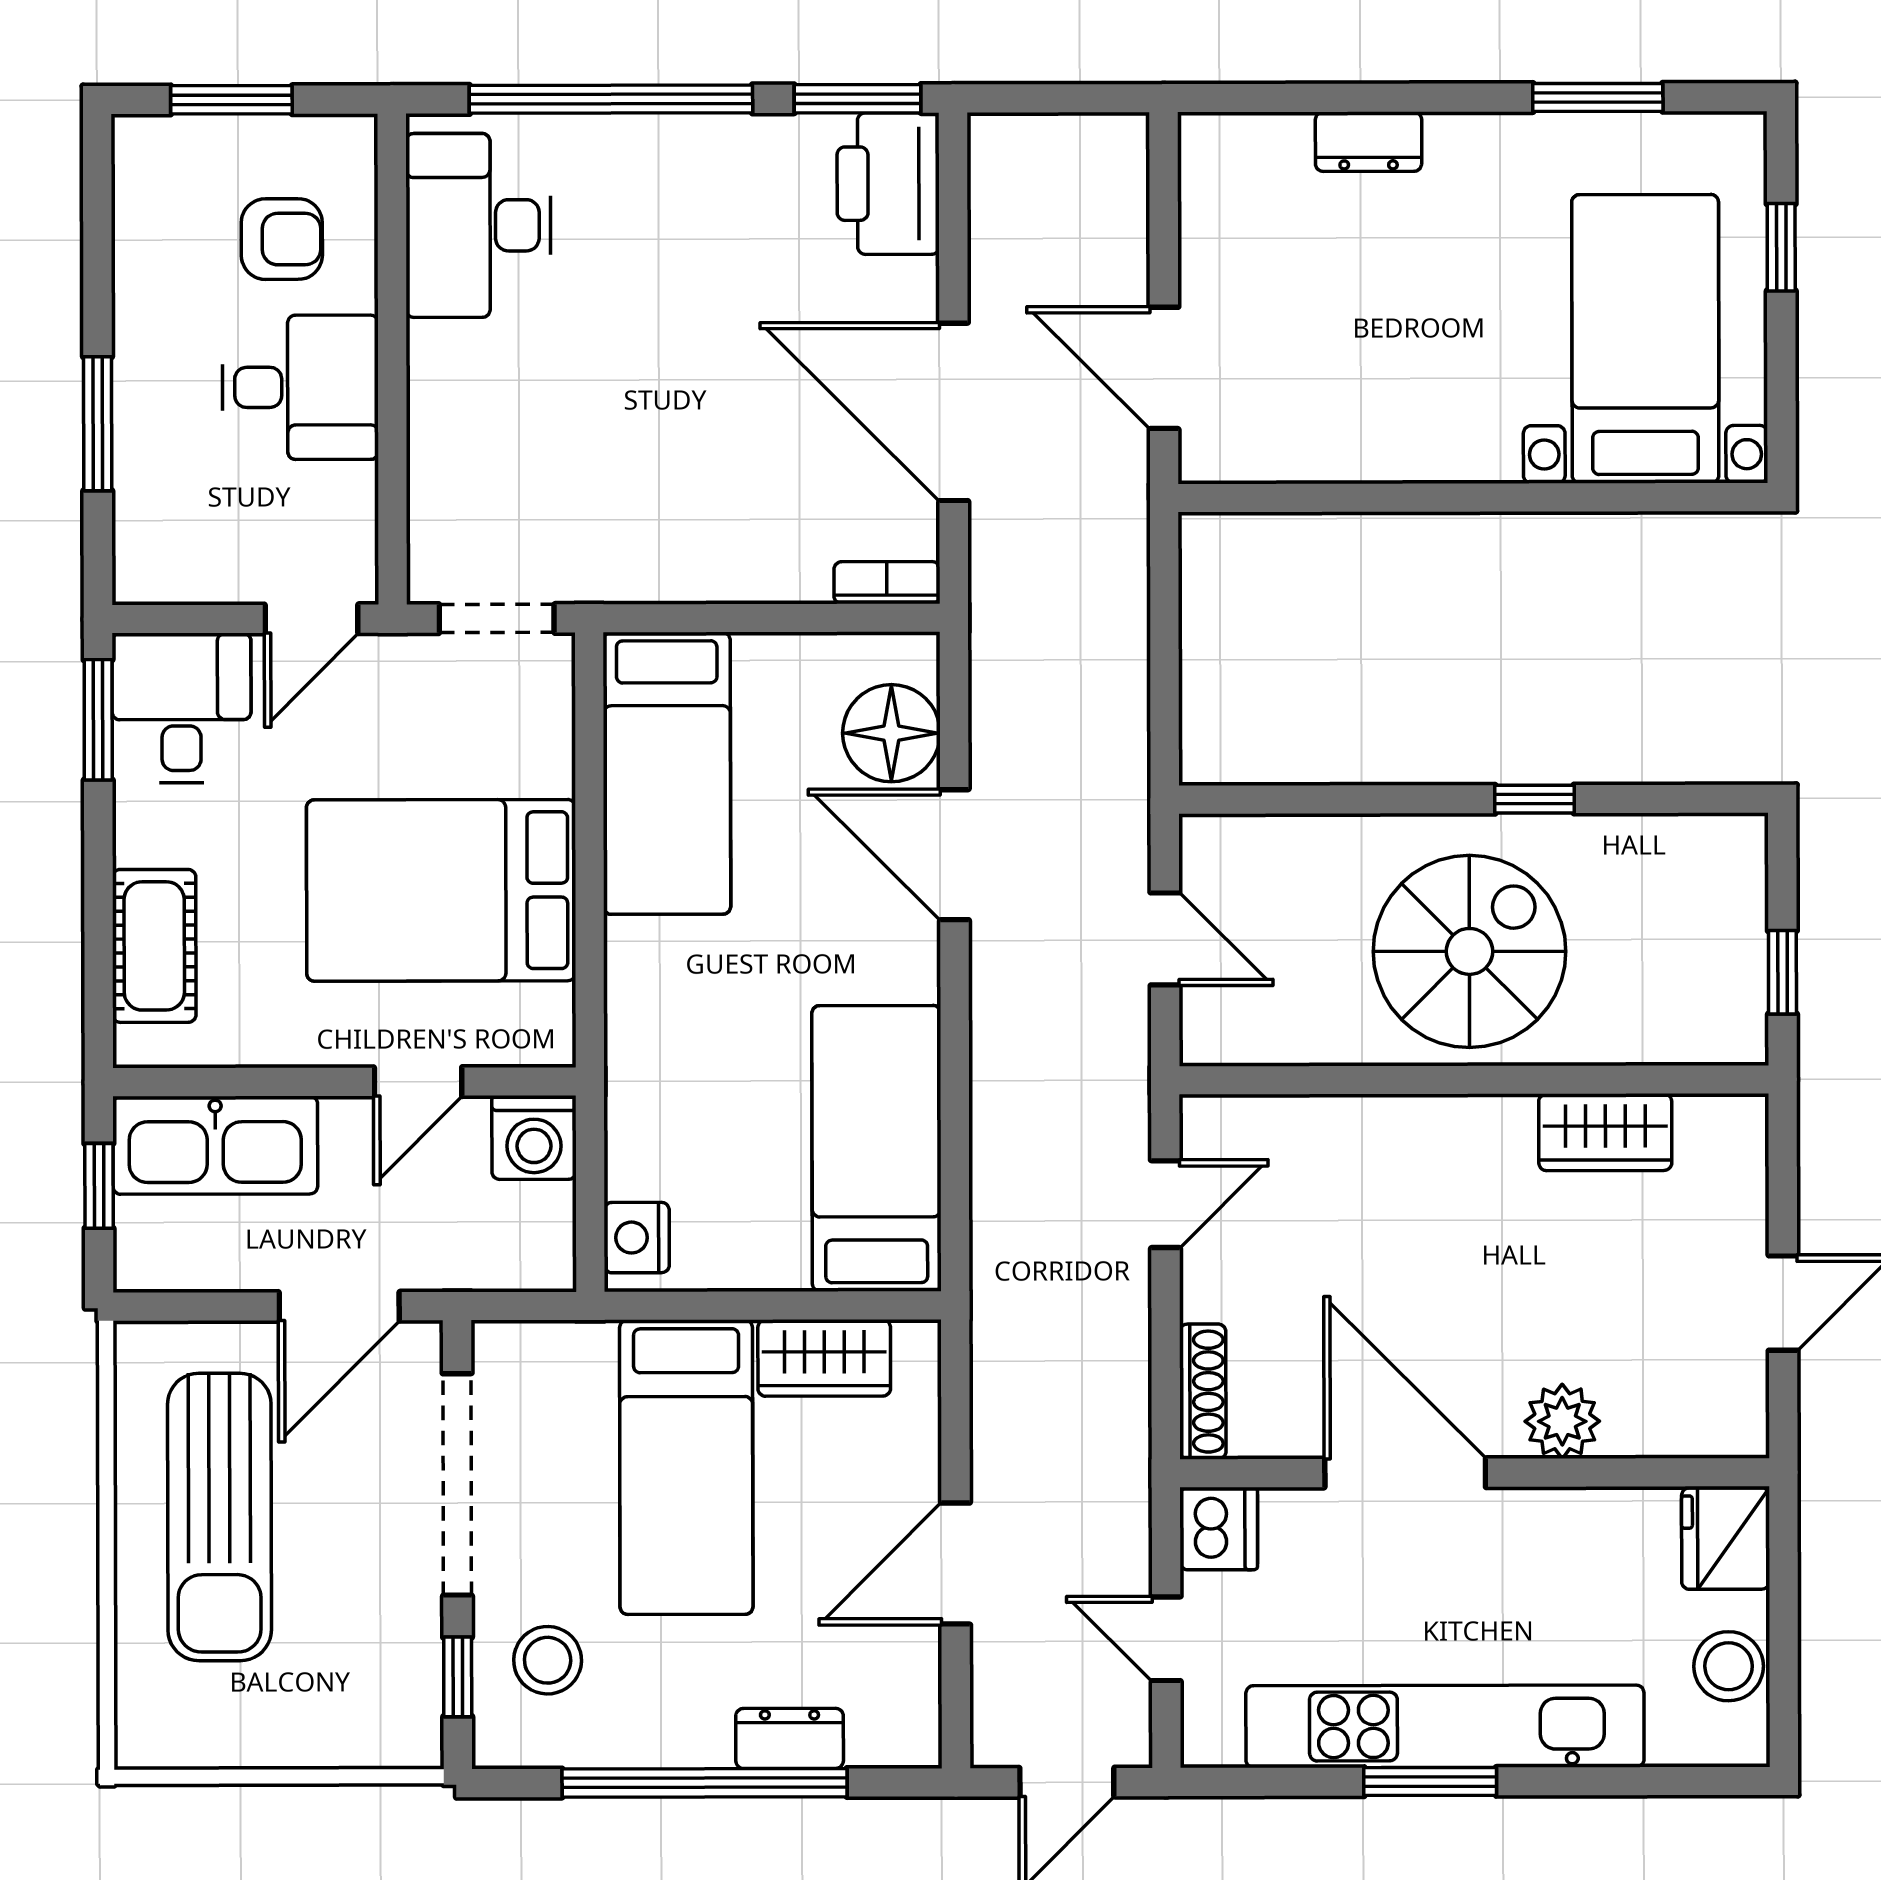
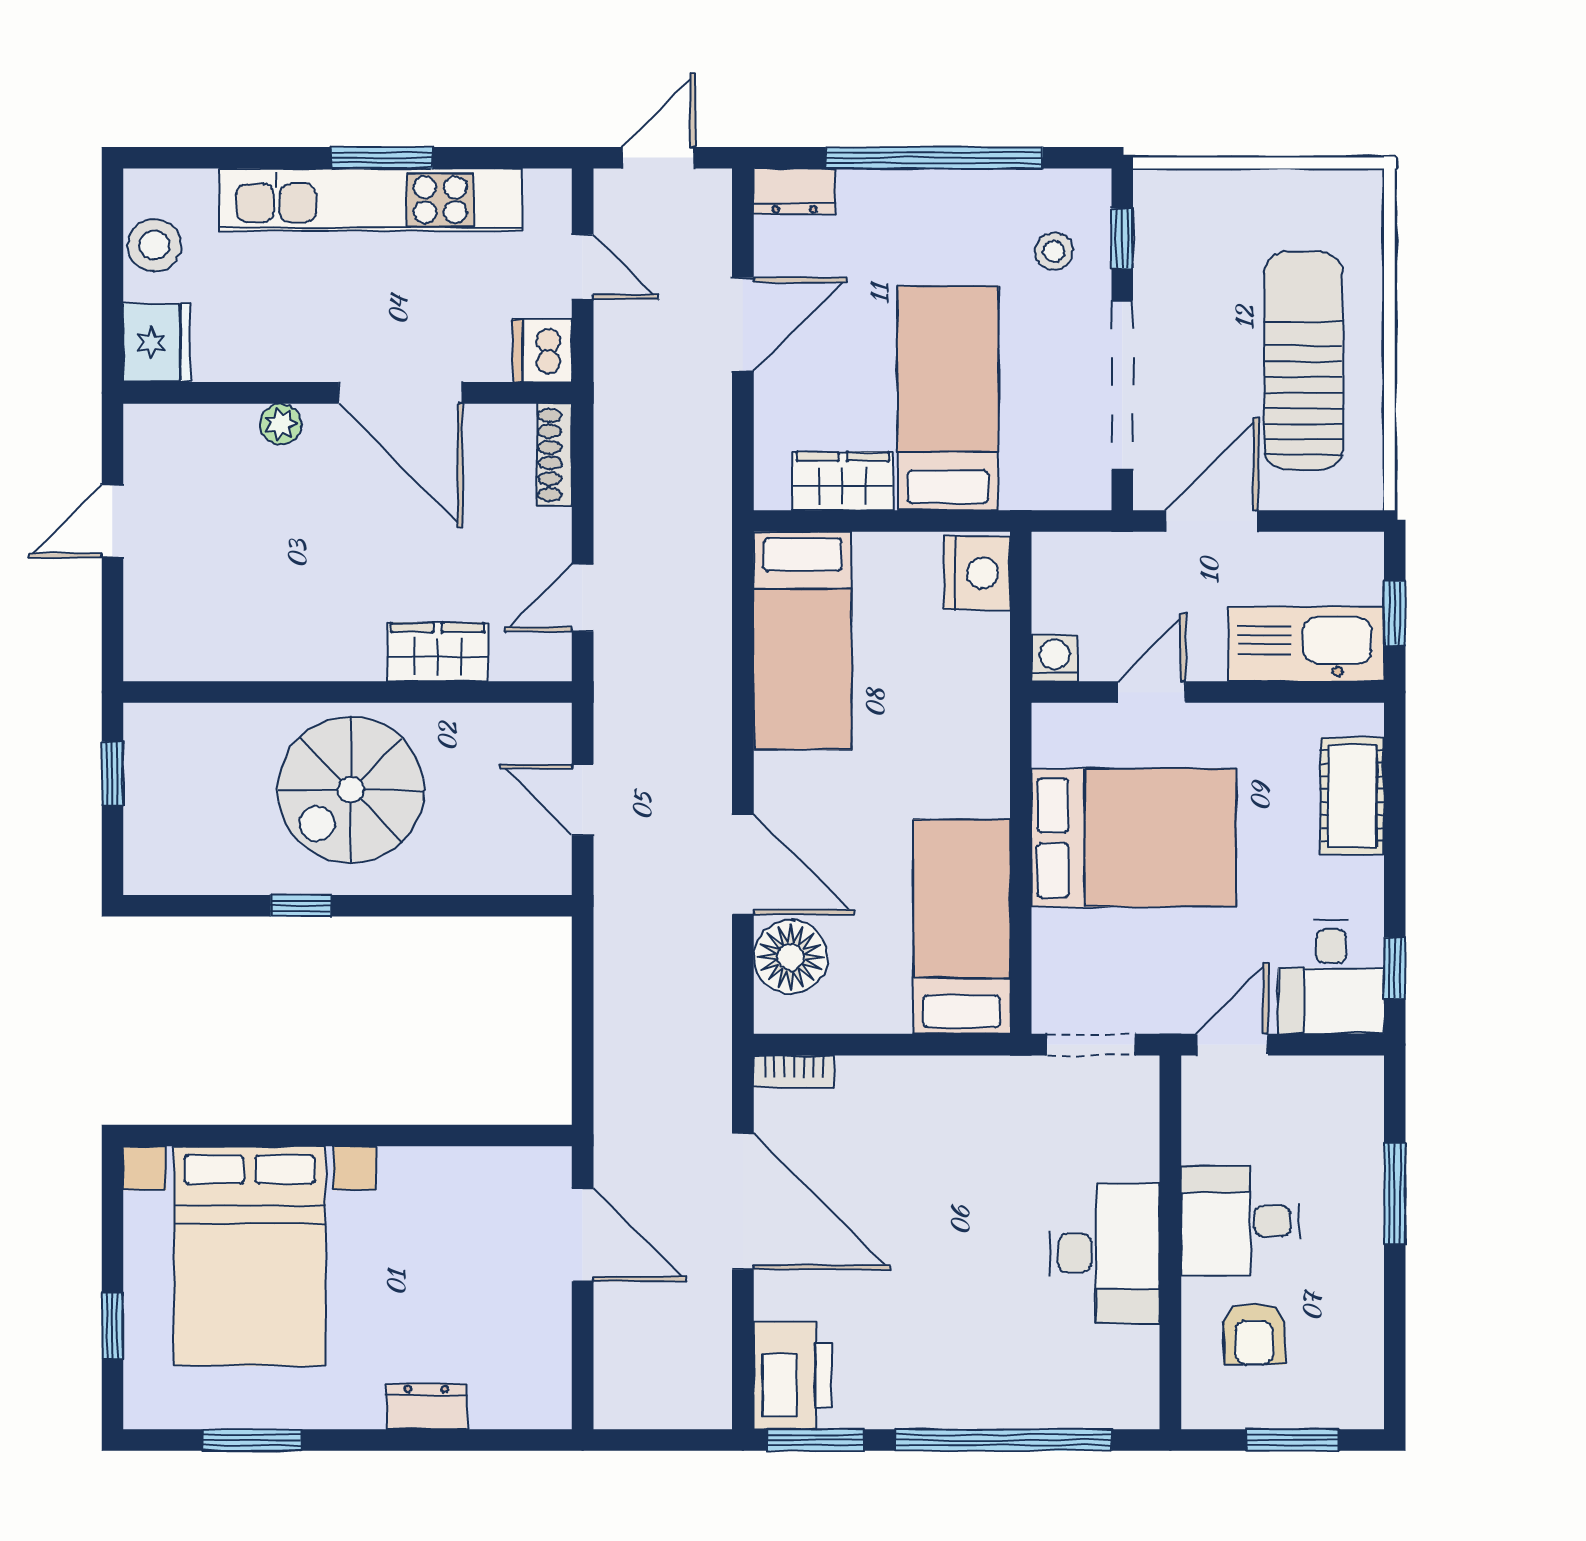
desk: (478, 225) -> (1105, 1253), moved
armchair: (282, 239) -> (1254, 1334), turned -90
bed with nightstands: (1645, 339) -> (250, 1256), width x1.36
window: (98, 720) -> (1395, 968), width x0.67
wardrobe: (1605, 1132) -> (438, 652), moved
washing machine: (534, 1138) -> (1055, 658), width x0.73, depth x0.73
nightstand: (637, 1238) -> (977, 573), width x1.36, depth x1.33
plant: (1562, 1421) -> (281, 424), width x0.73, depth x0.73
stool: (548, 1660) -> (1054, 251), width x0.73, depth x0.73
dresser: (790, 1738) -> (794, 191), moved

